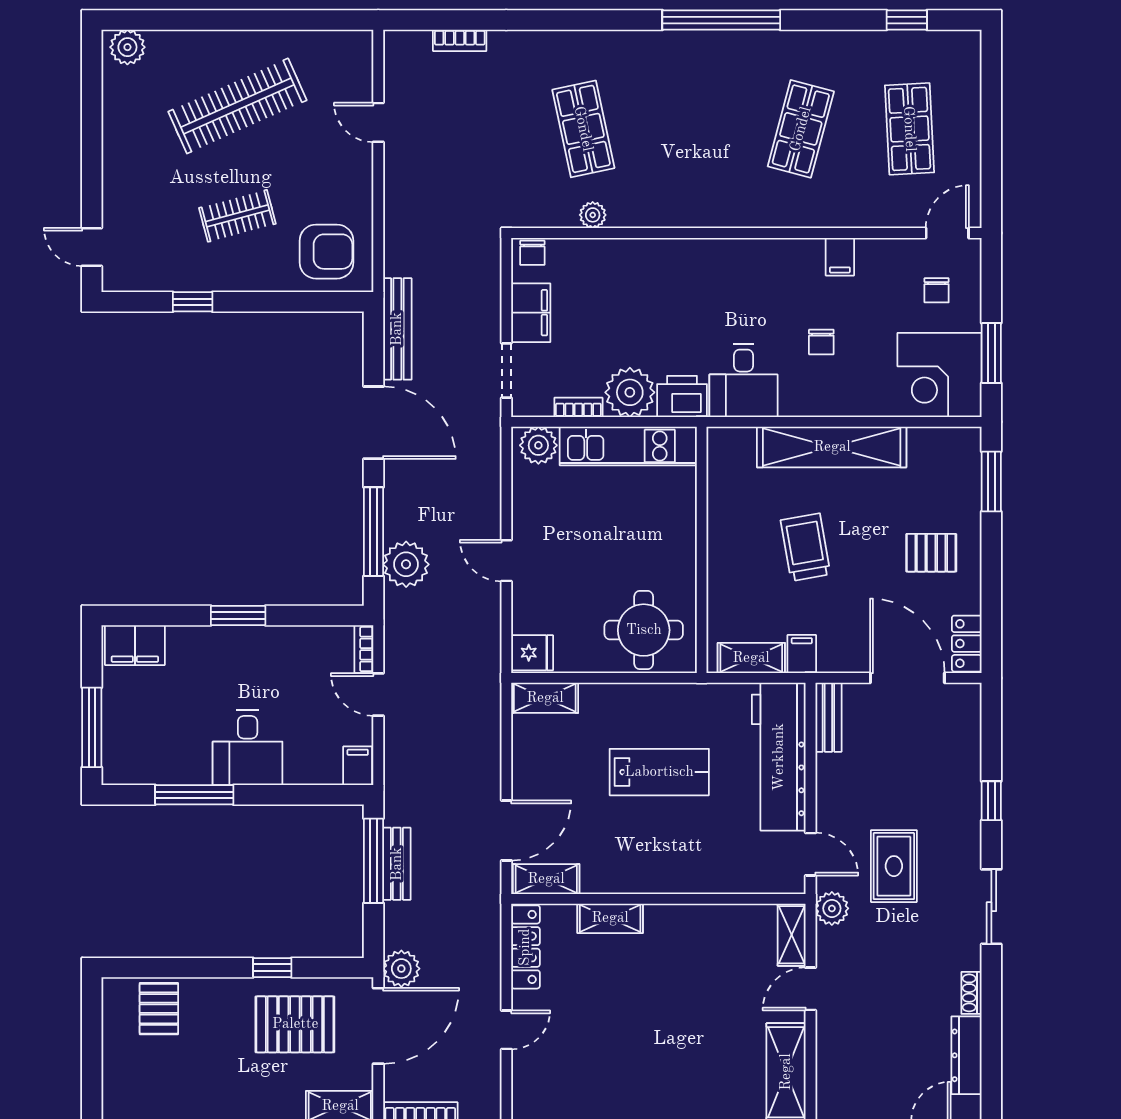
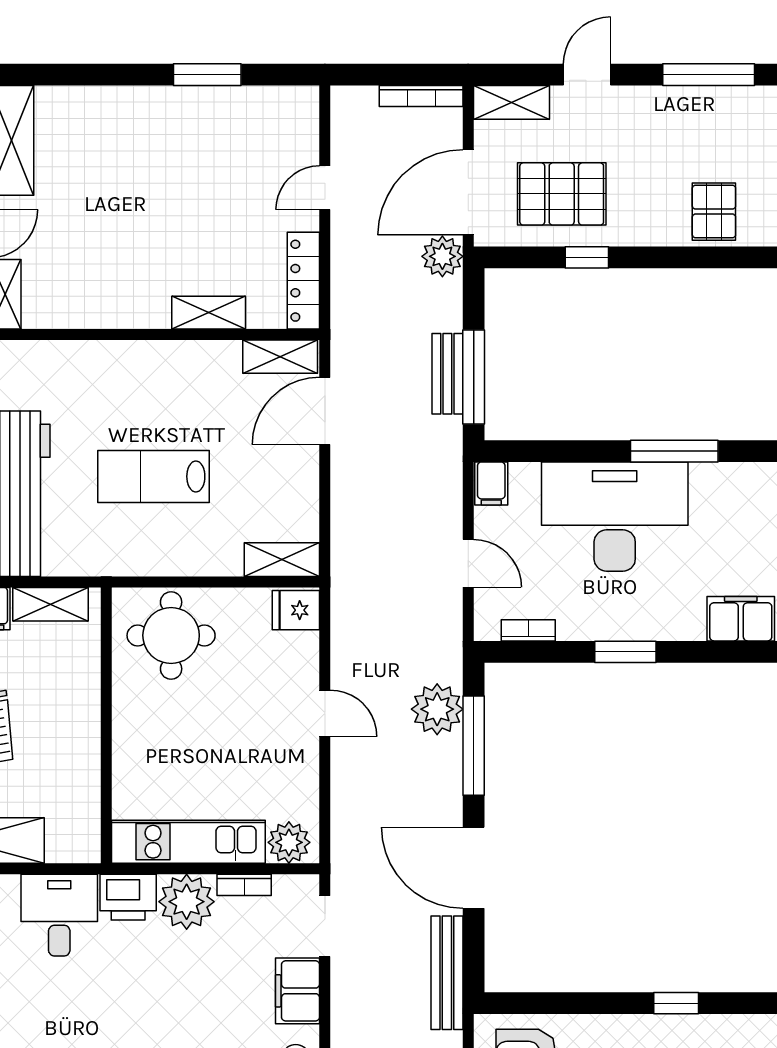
bookcase: (364, 649) -> (528, 630), moved, turned -90
desk: (248, 748) -> (615, 517), width x1.87, depth x1.30

